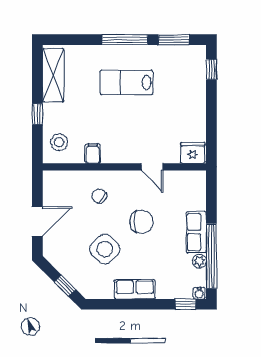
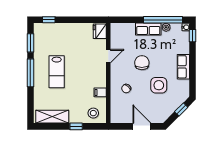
side table: (105, 249) -> (159, 85), turned 45

